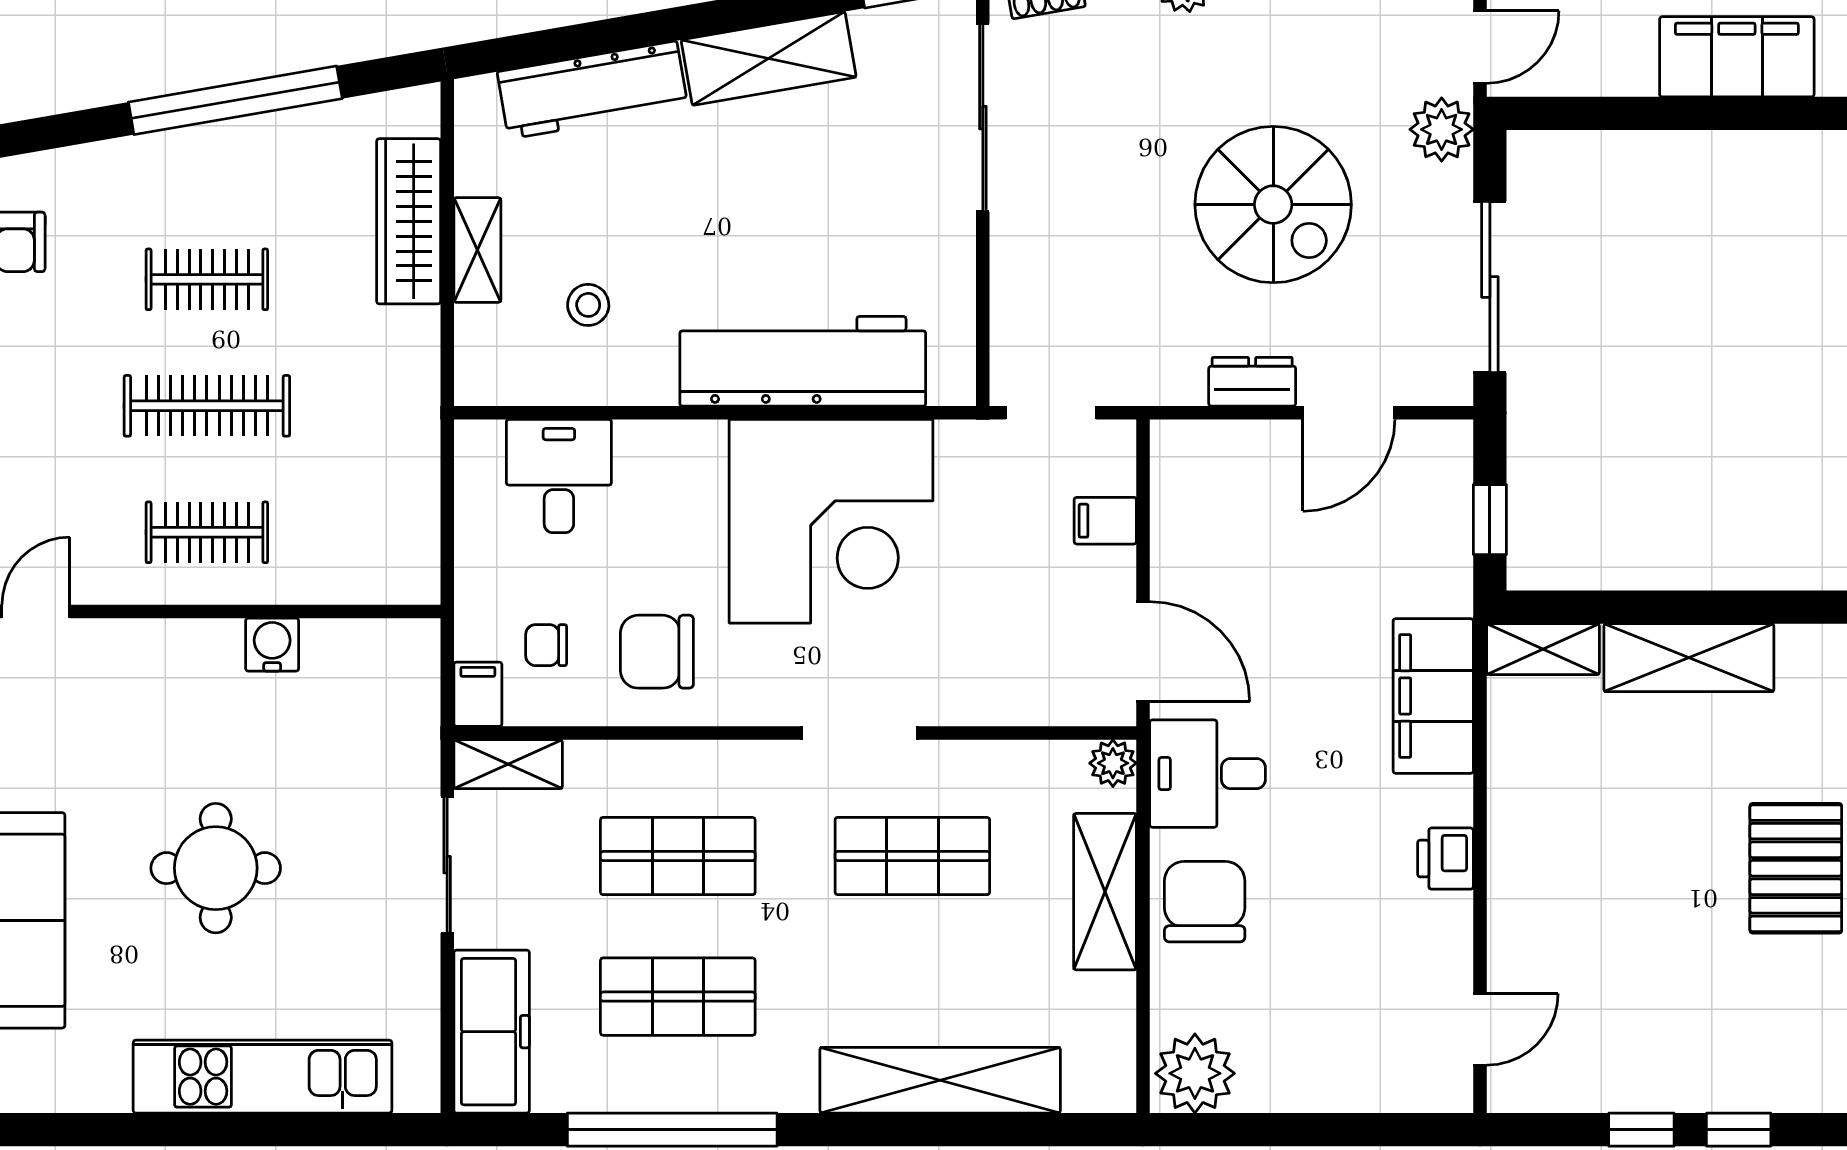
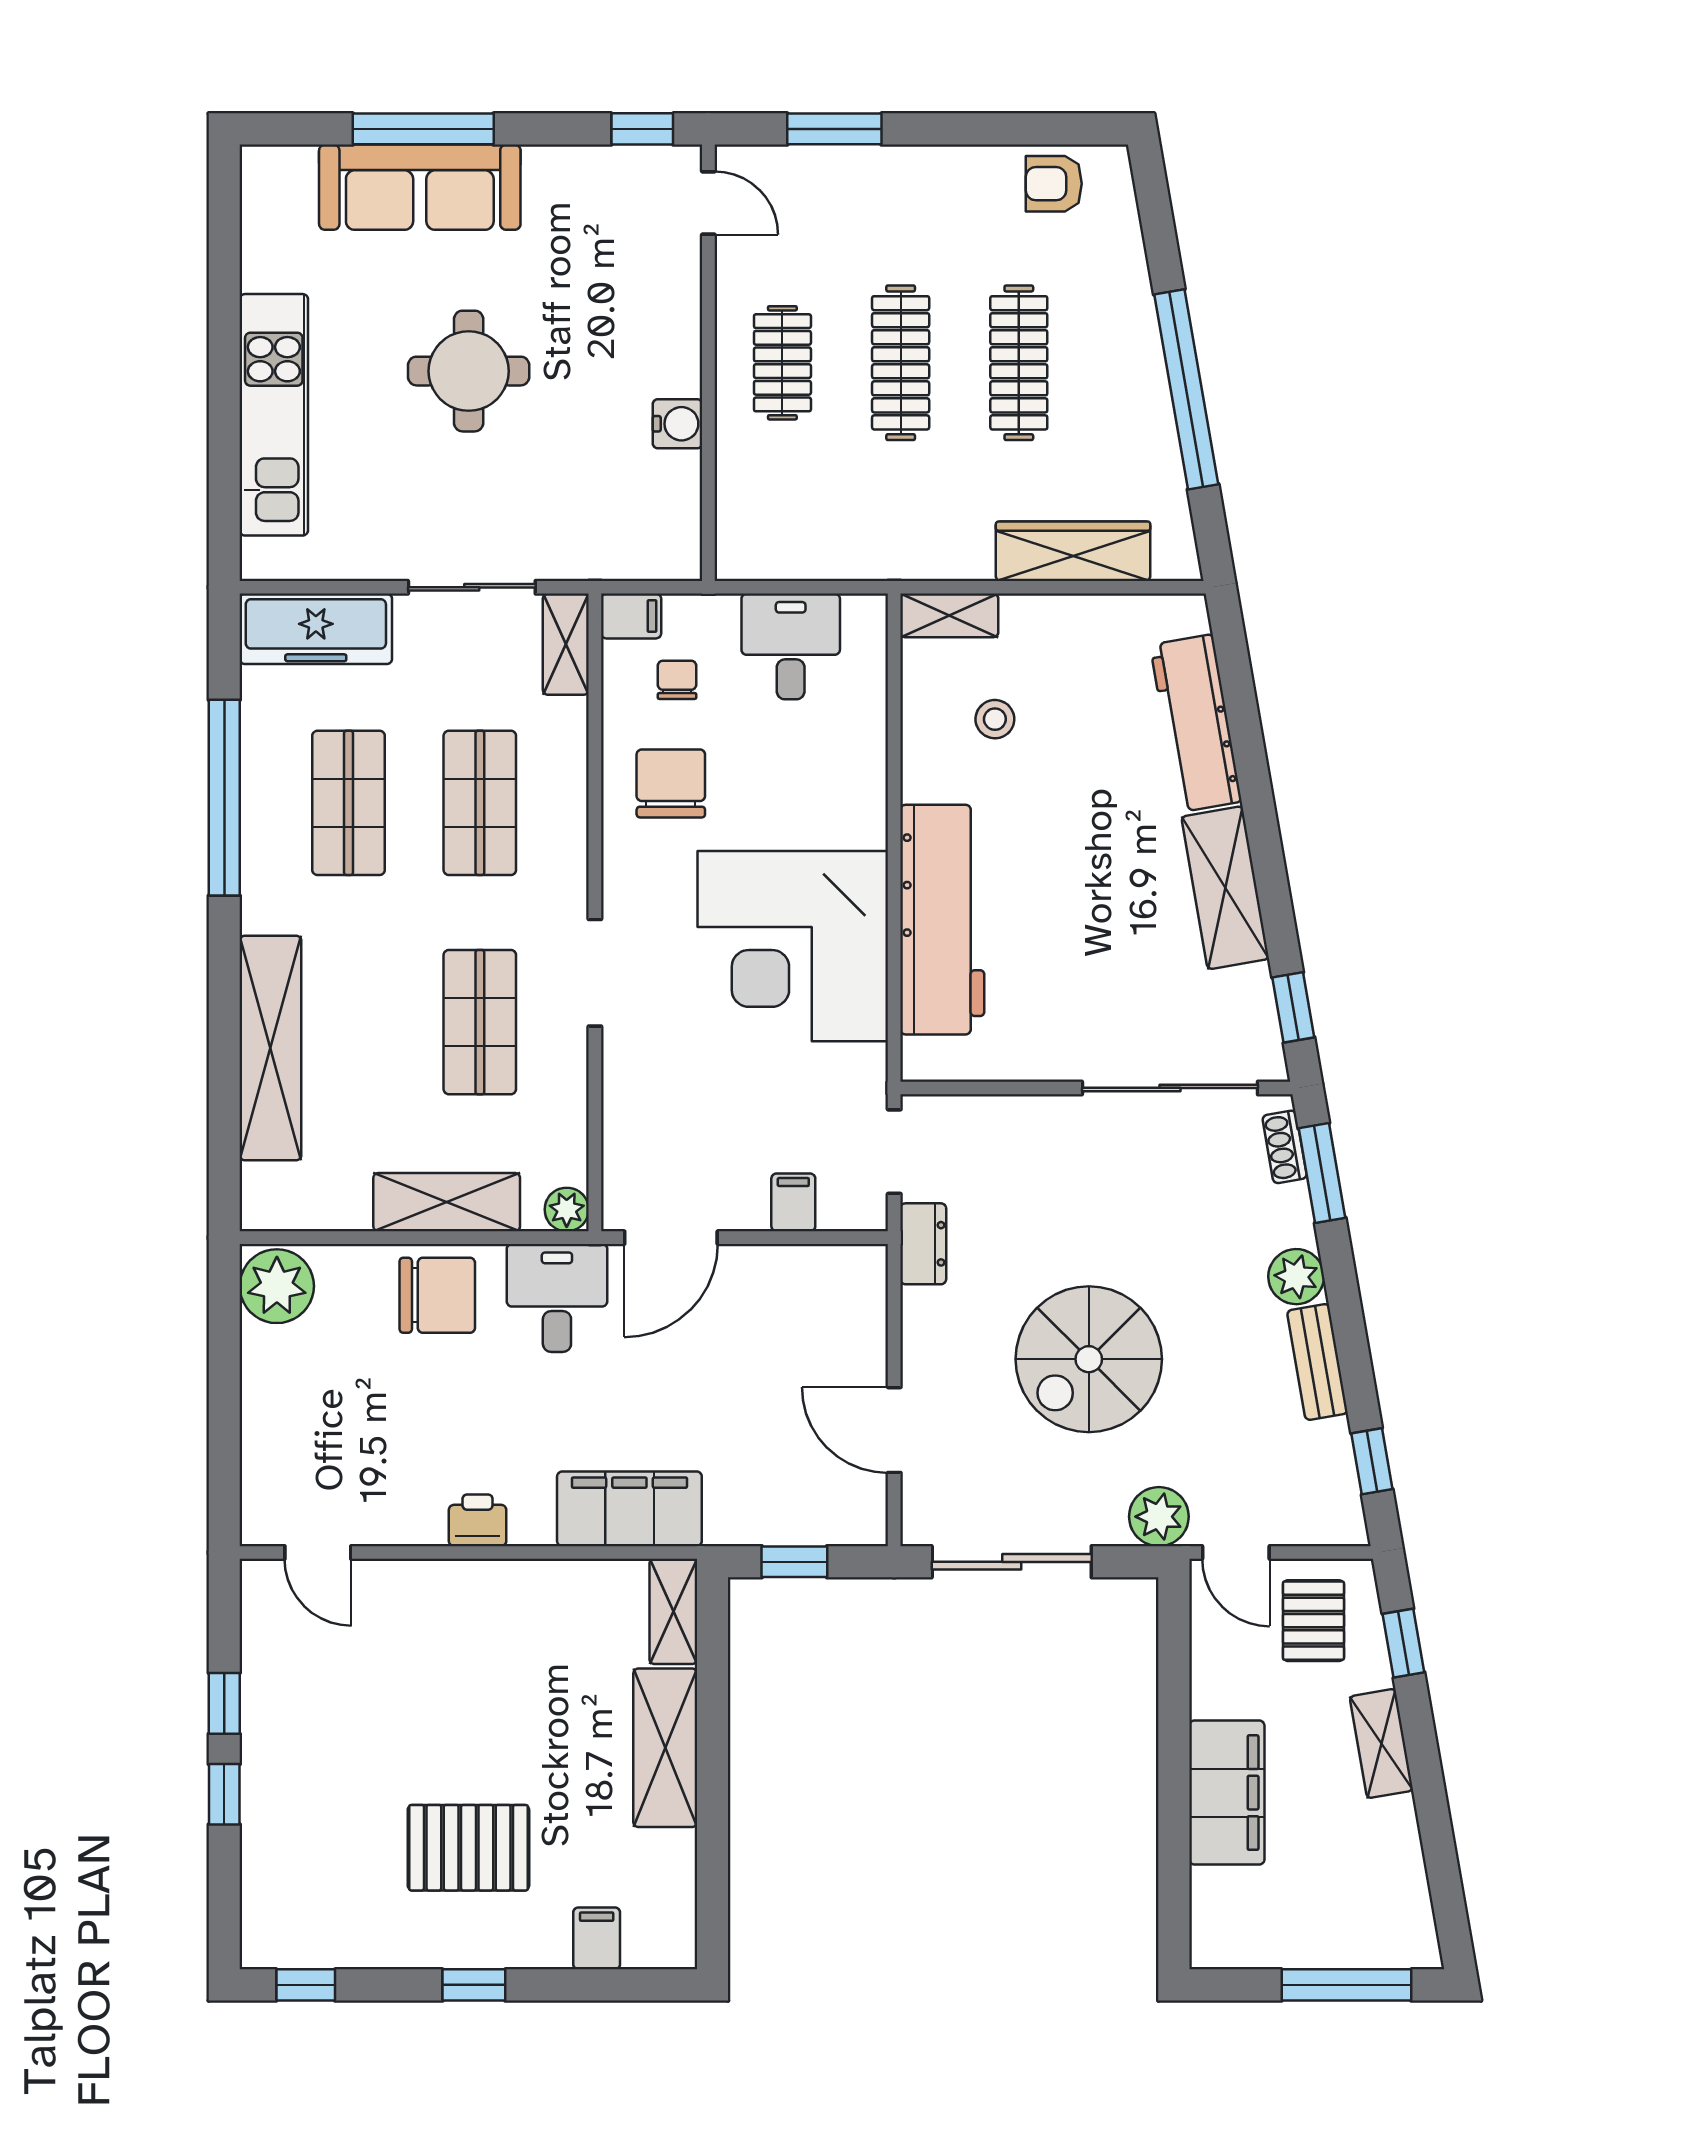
shelving: (477, 250) -> (949, 615), moved
clothes rail: (207, 279) -> (1019, 363), width x1.36
dresser: (1252, 382) -> (923, 1244), moved
desk: (559, 476) -> (791, 646), moved, turned -90

